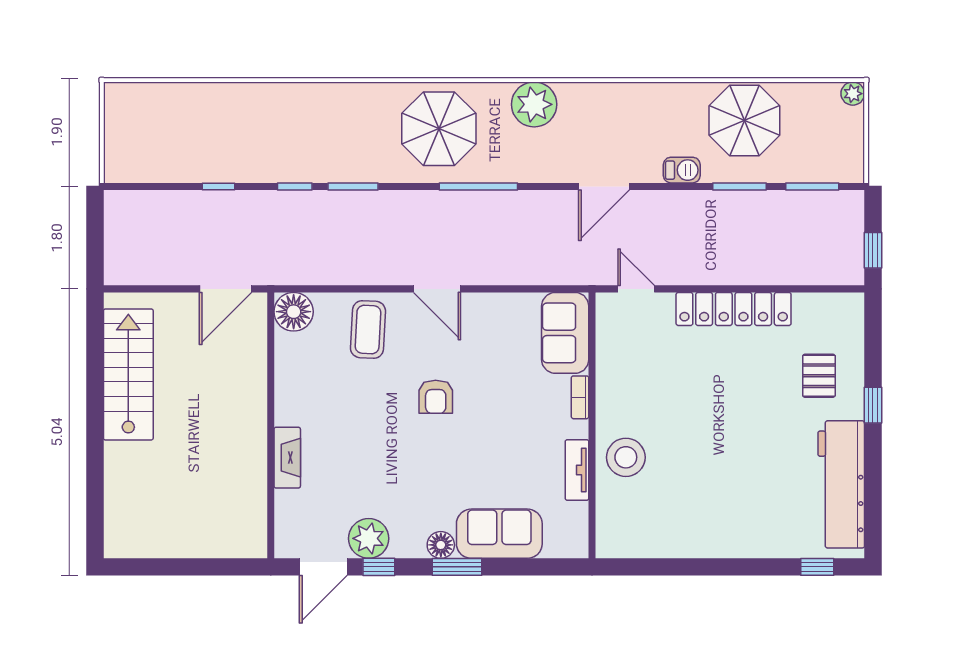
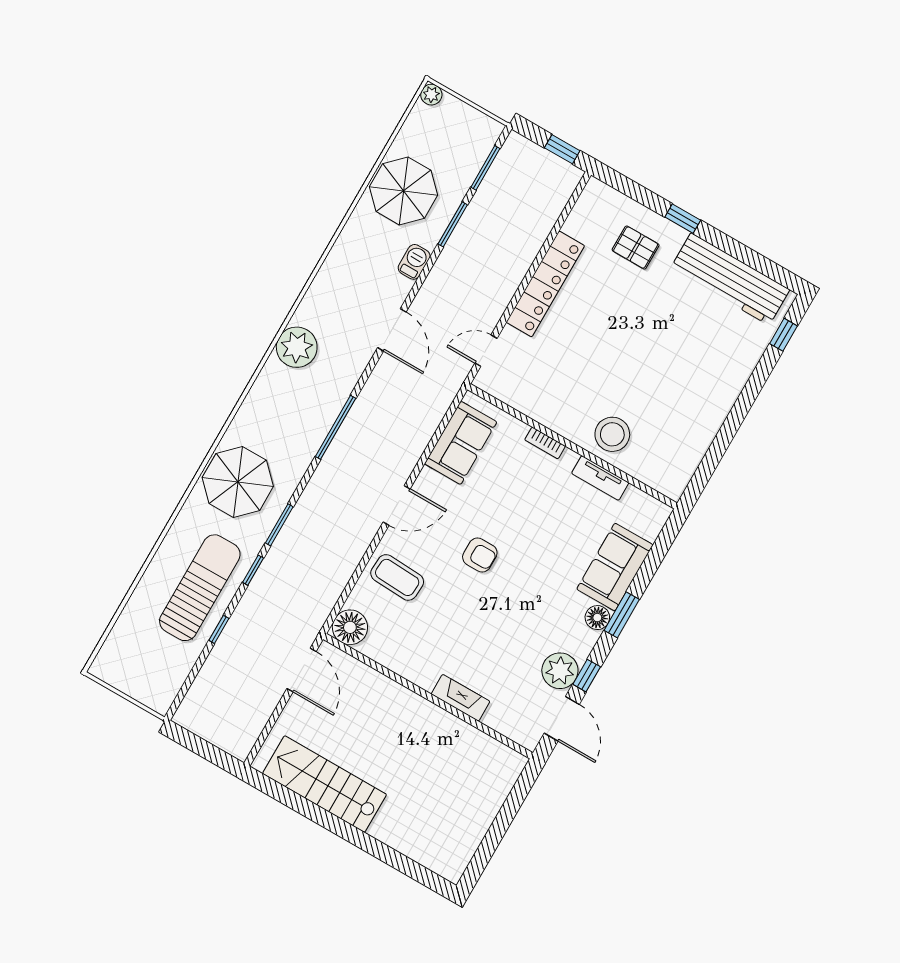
parasol: (439, 129) -> (238, 482), moved
sun lounger: (248, 145) -> (200, 588), added
sofa: (565, 333) -> (461, 443), moved, turned -90

